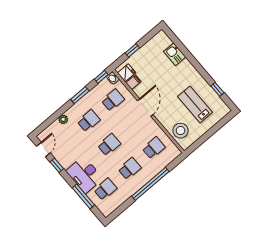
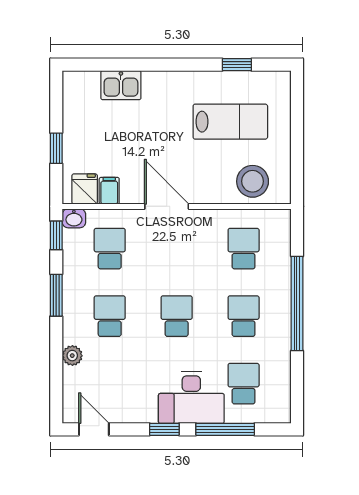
lab bench: (195, 104) -> (230, 122), turned 180
window: (57, 165) -> (164, 429), moved

